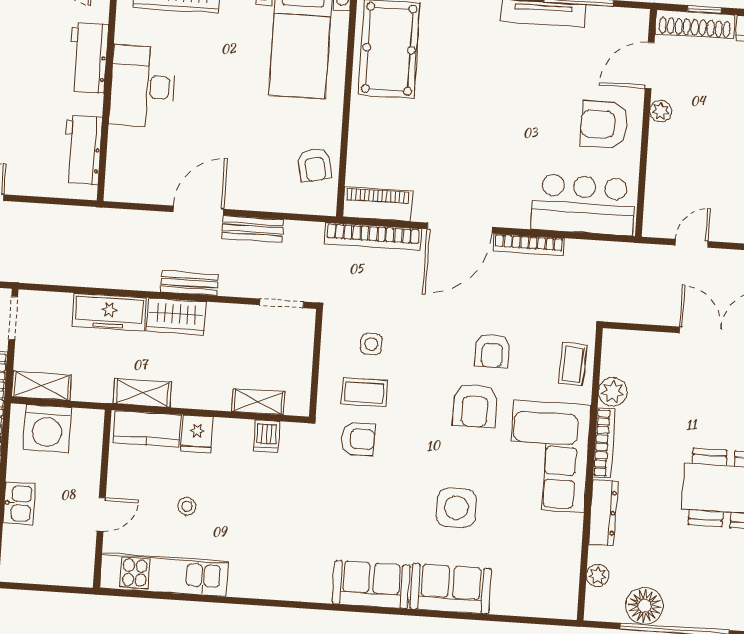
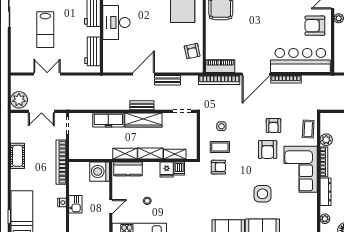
bar counter: (583, 204) -> (300, 60), width x1.36
wardrobe: (176, 316) -> (143, 120), width x1.50
shelving: (41, 386) -> (150, 153), moved
washing machine: (47, 429) -> (100, 172), moved, turned 90
fridge: (197, 434) -> (167, 170), moved

